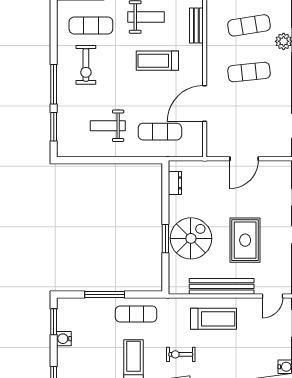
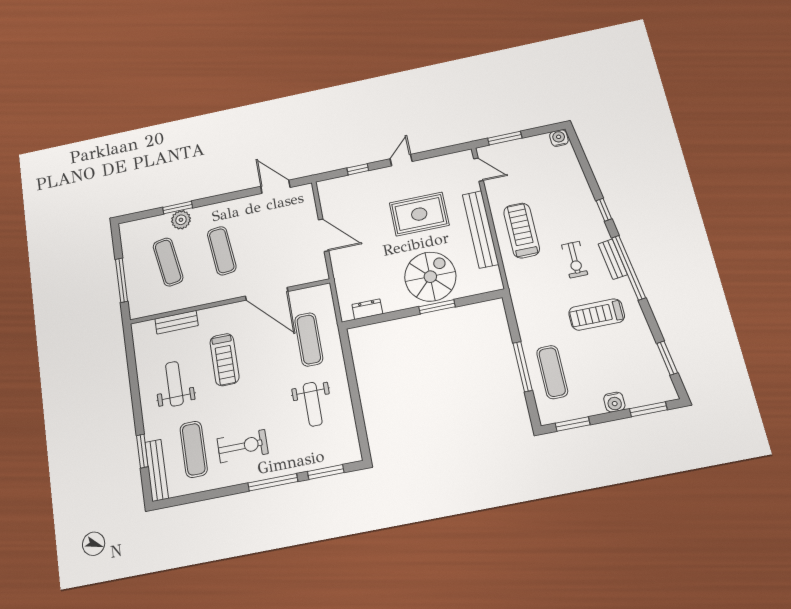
spiral stairs: (191, 238) -> (430, 277), turned 90
exercise mat: (136, 314) -> (552, 372), moved
water cooler: (64, 339) -> (614, 402), moved

